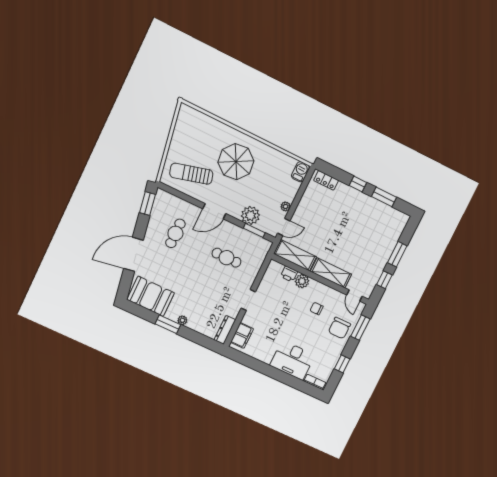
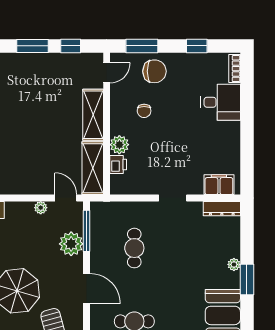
window: (254, 230) -> (87, 231), width x1.44
desk: (292, 360) -> (221, 102), width x0.73

